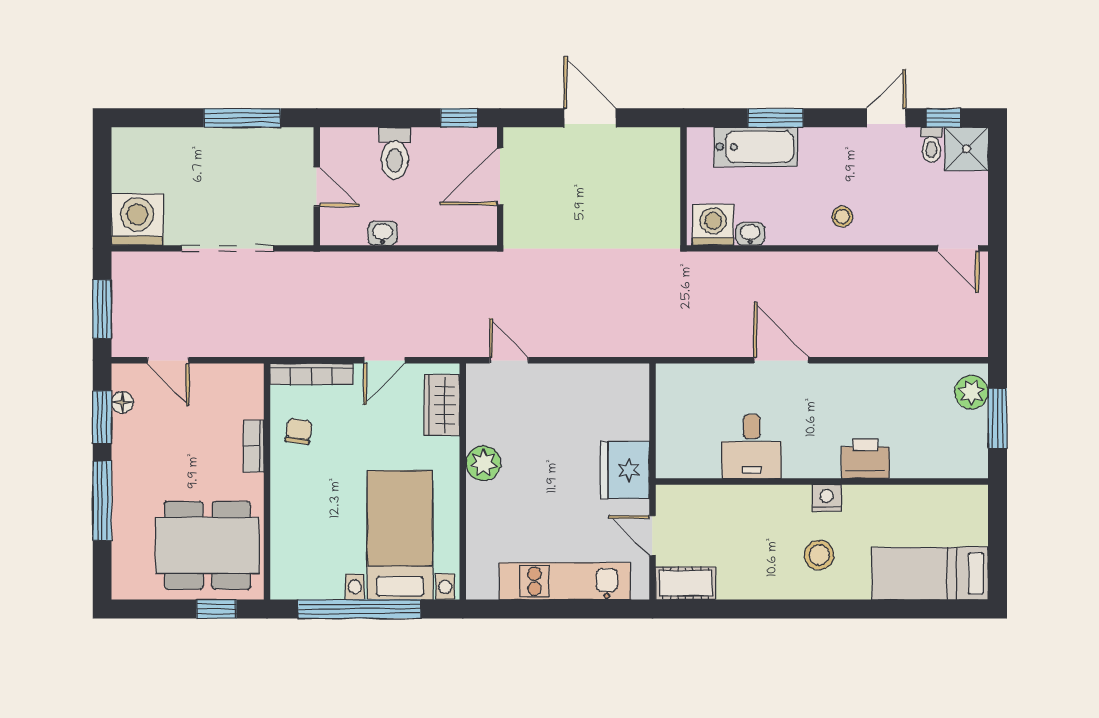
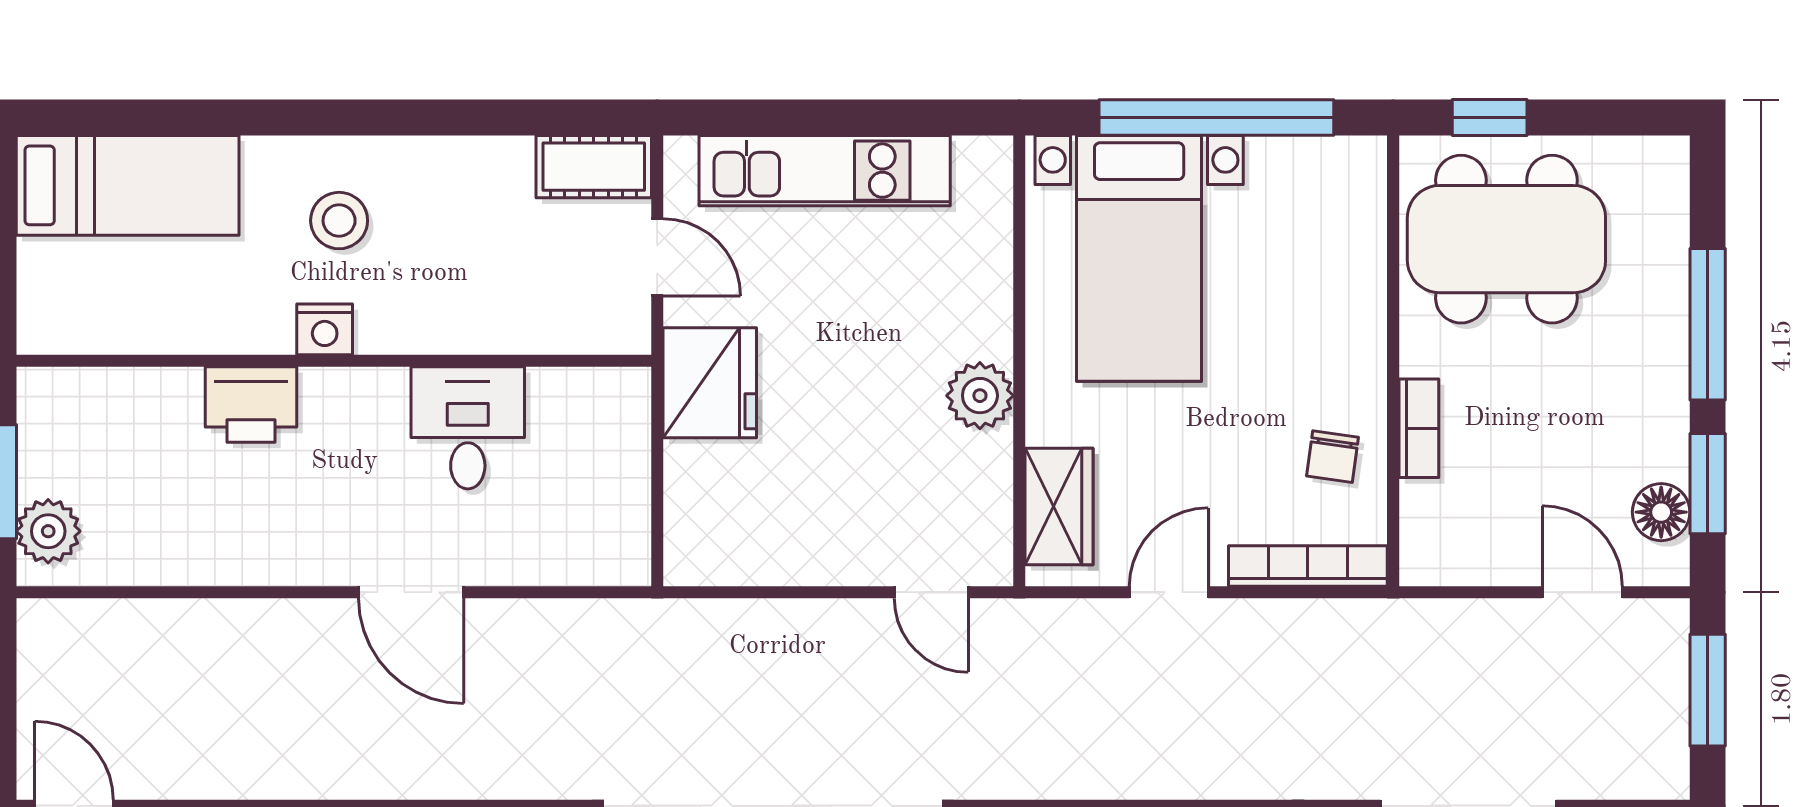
floor lamp: (122, 402) -> (1661, 512), width x1.37, depth x1.37

